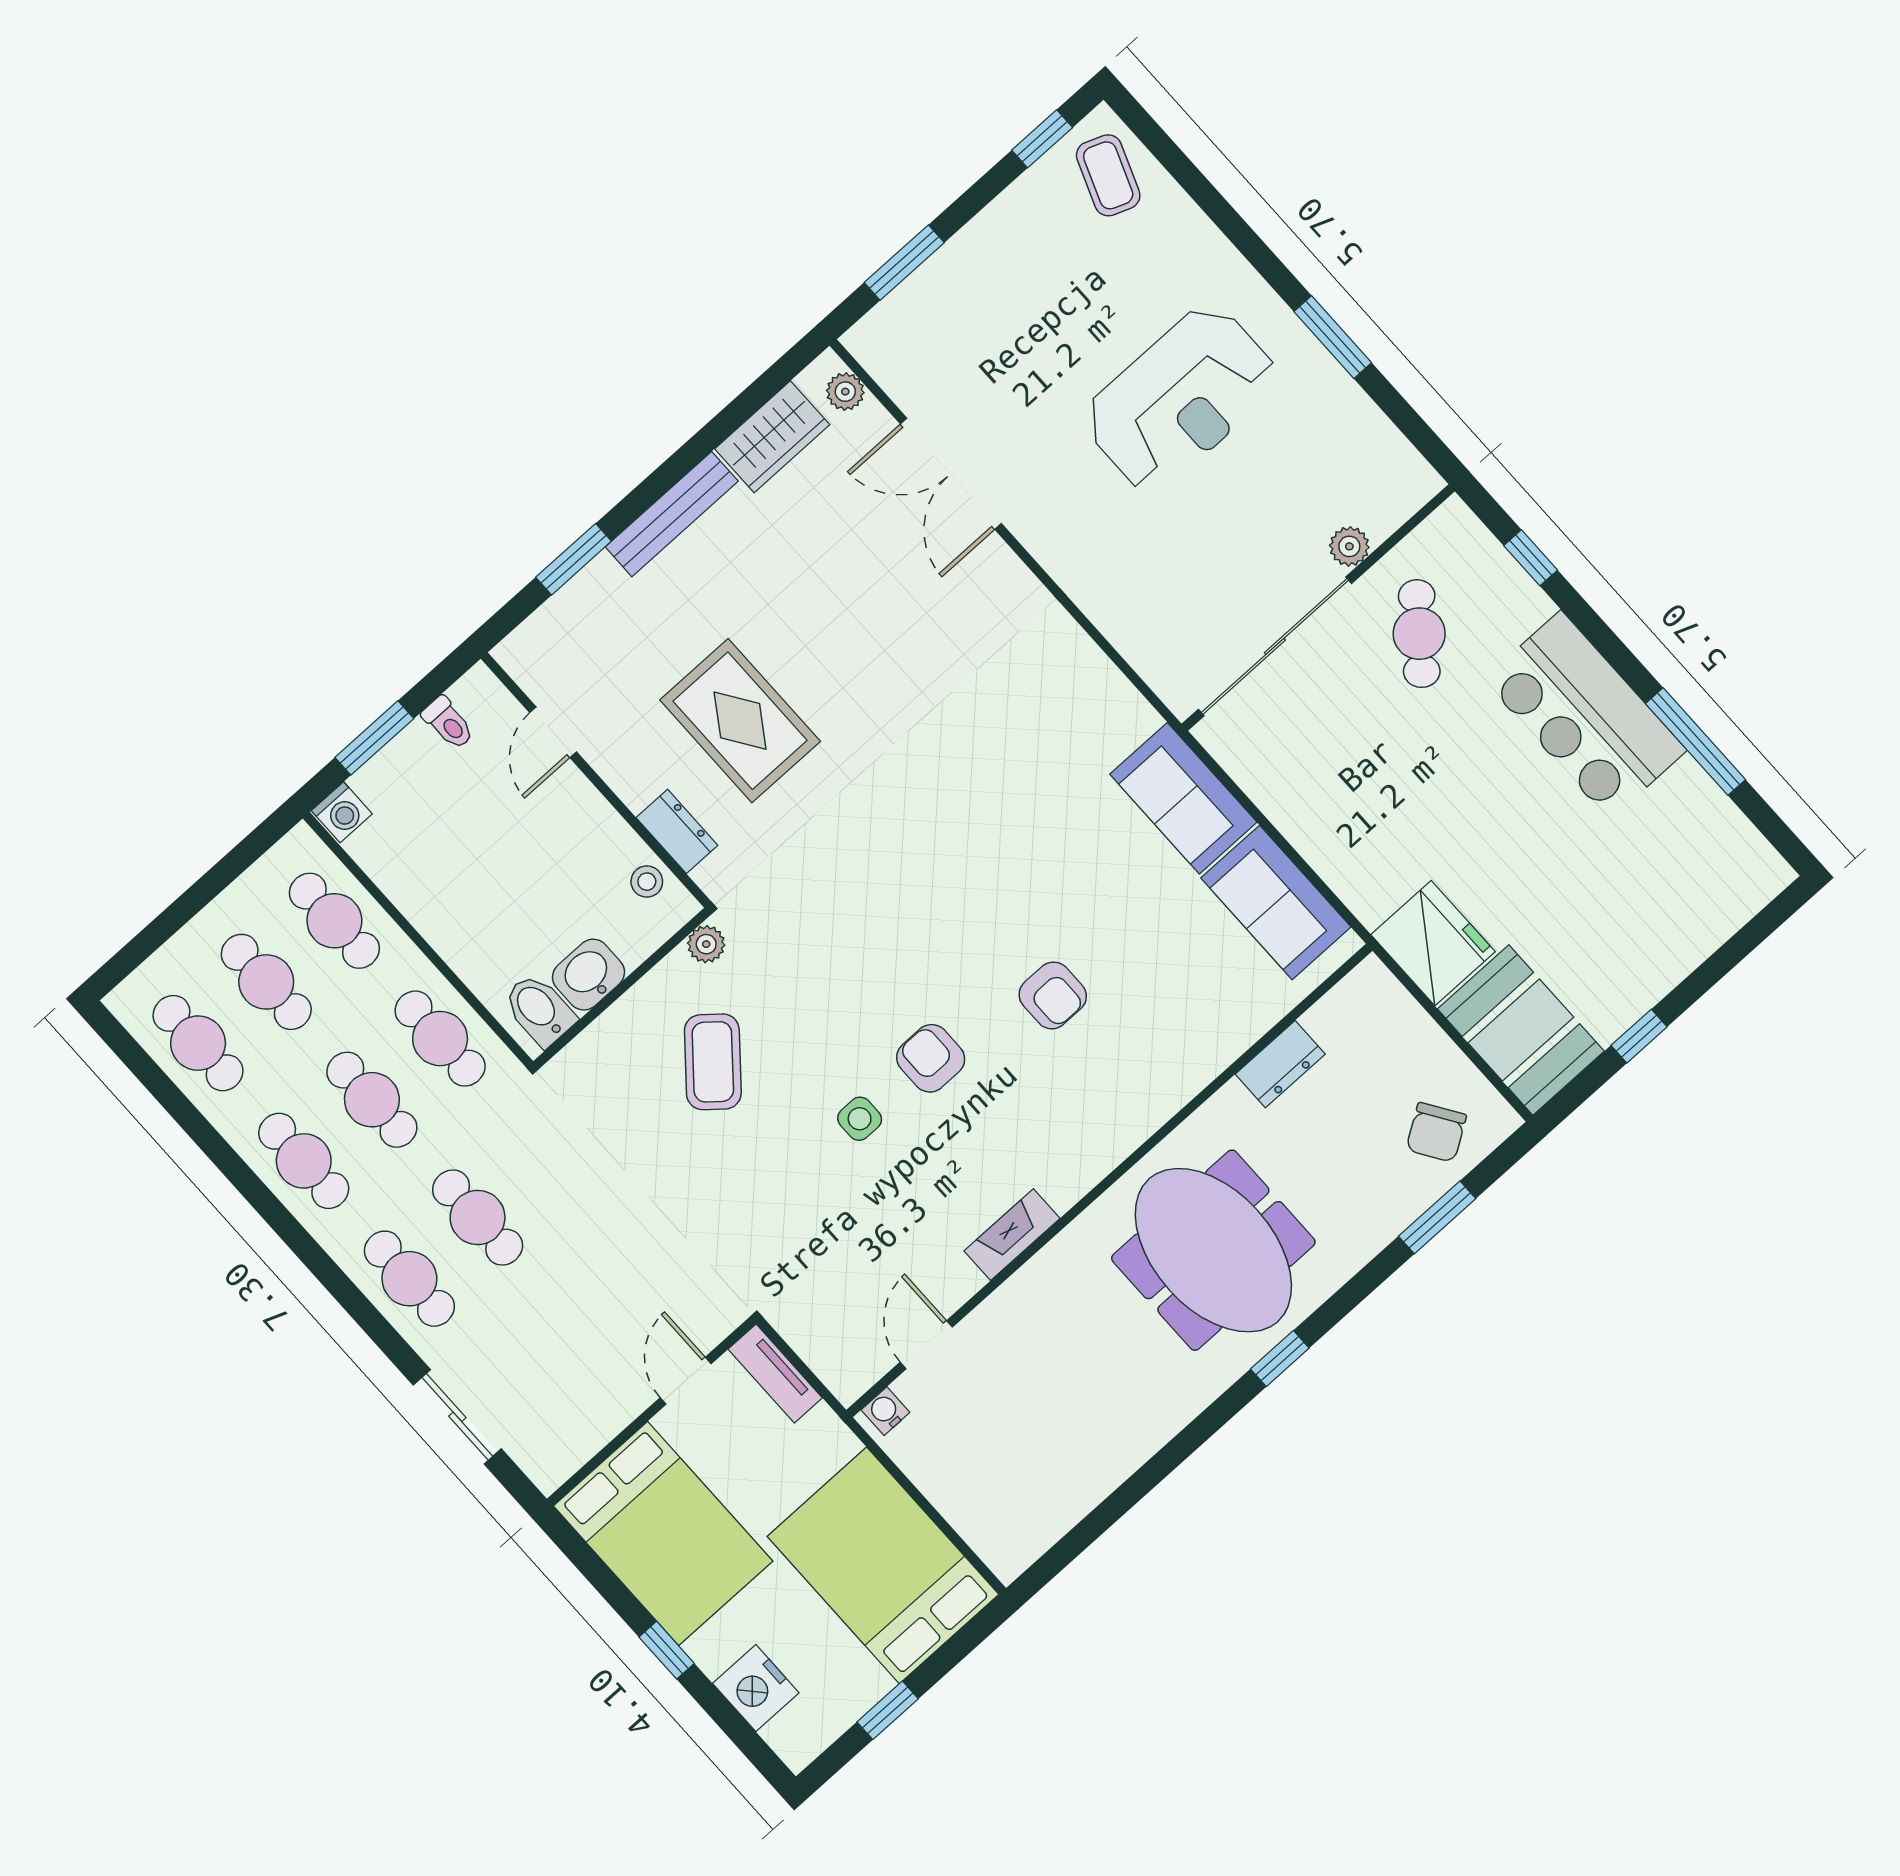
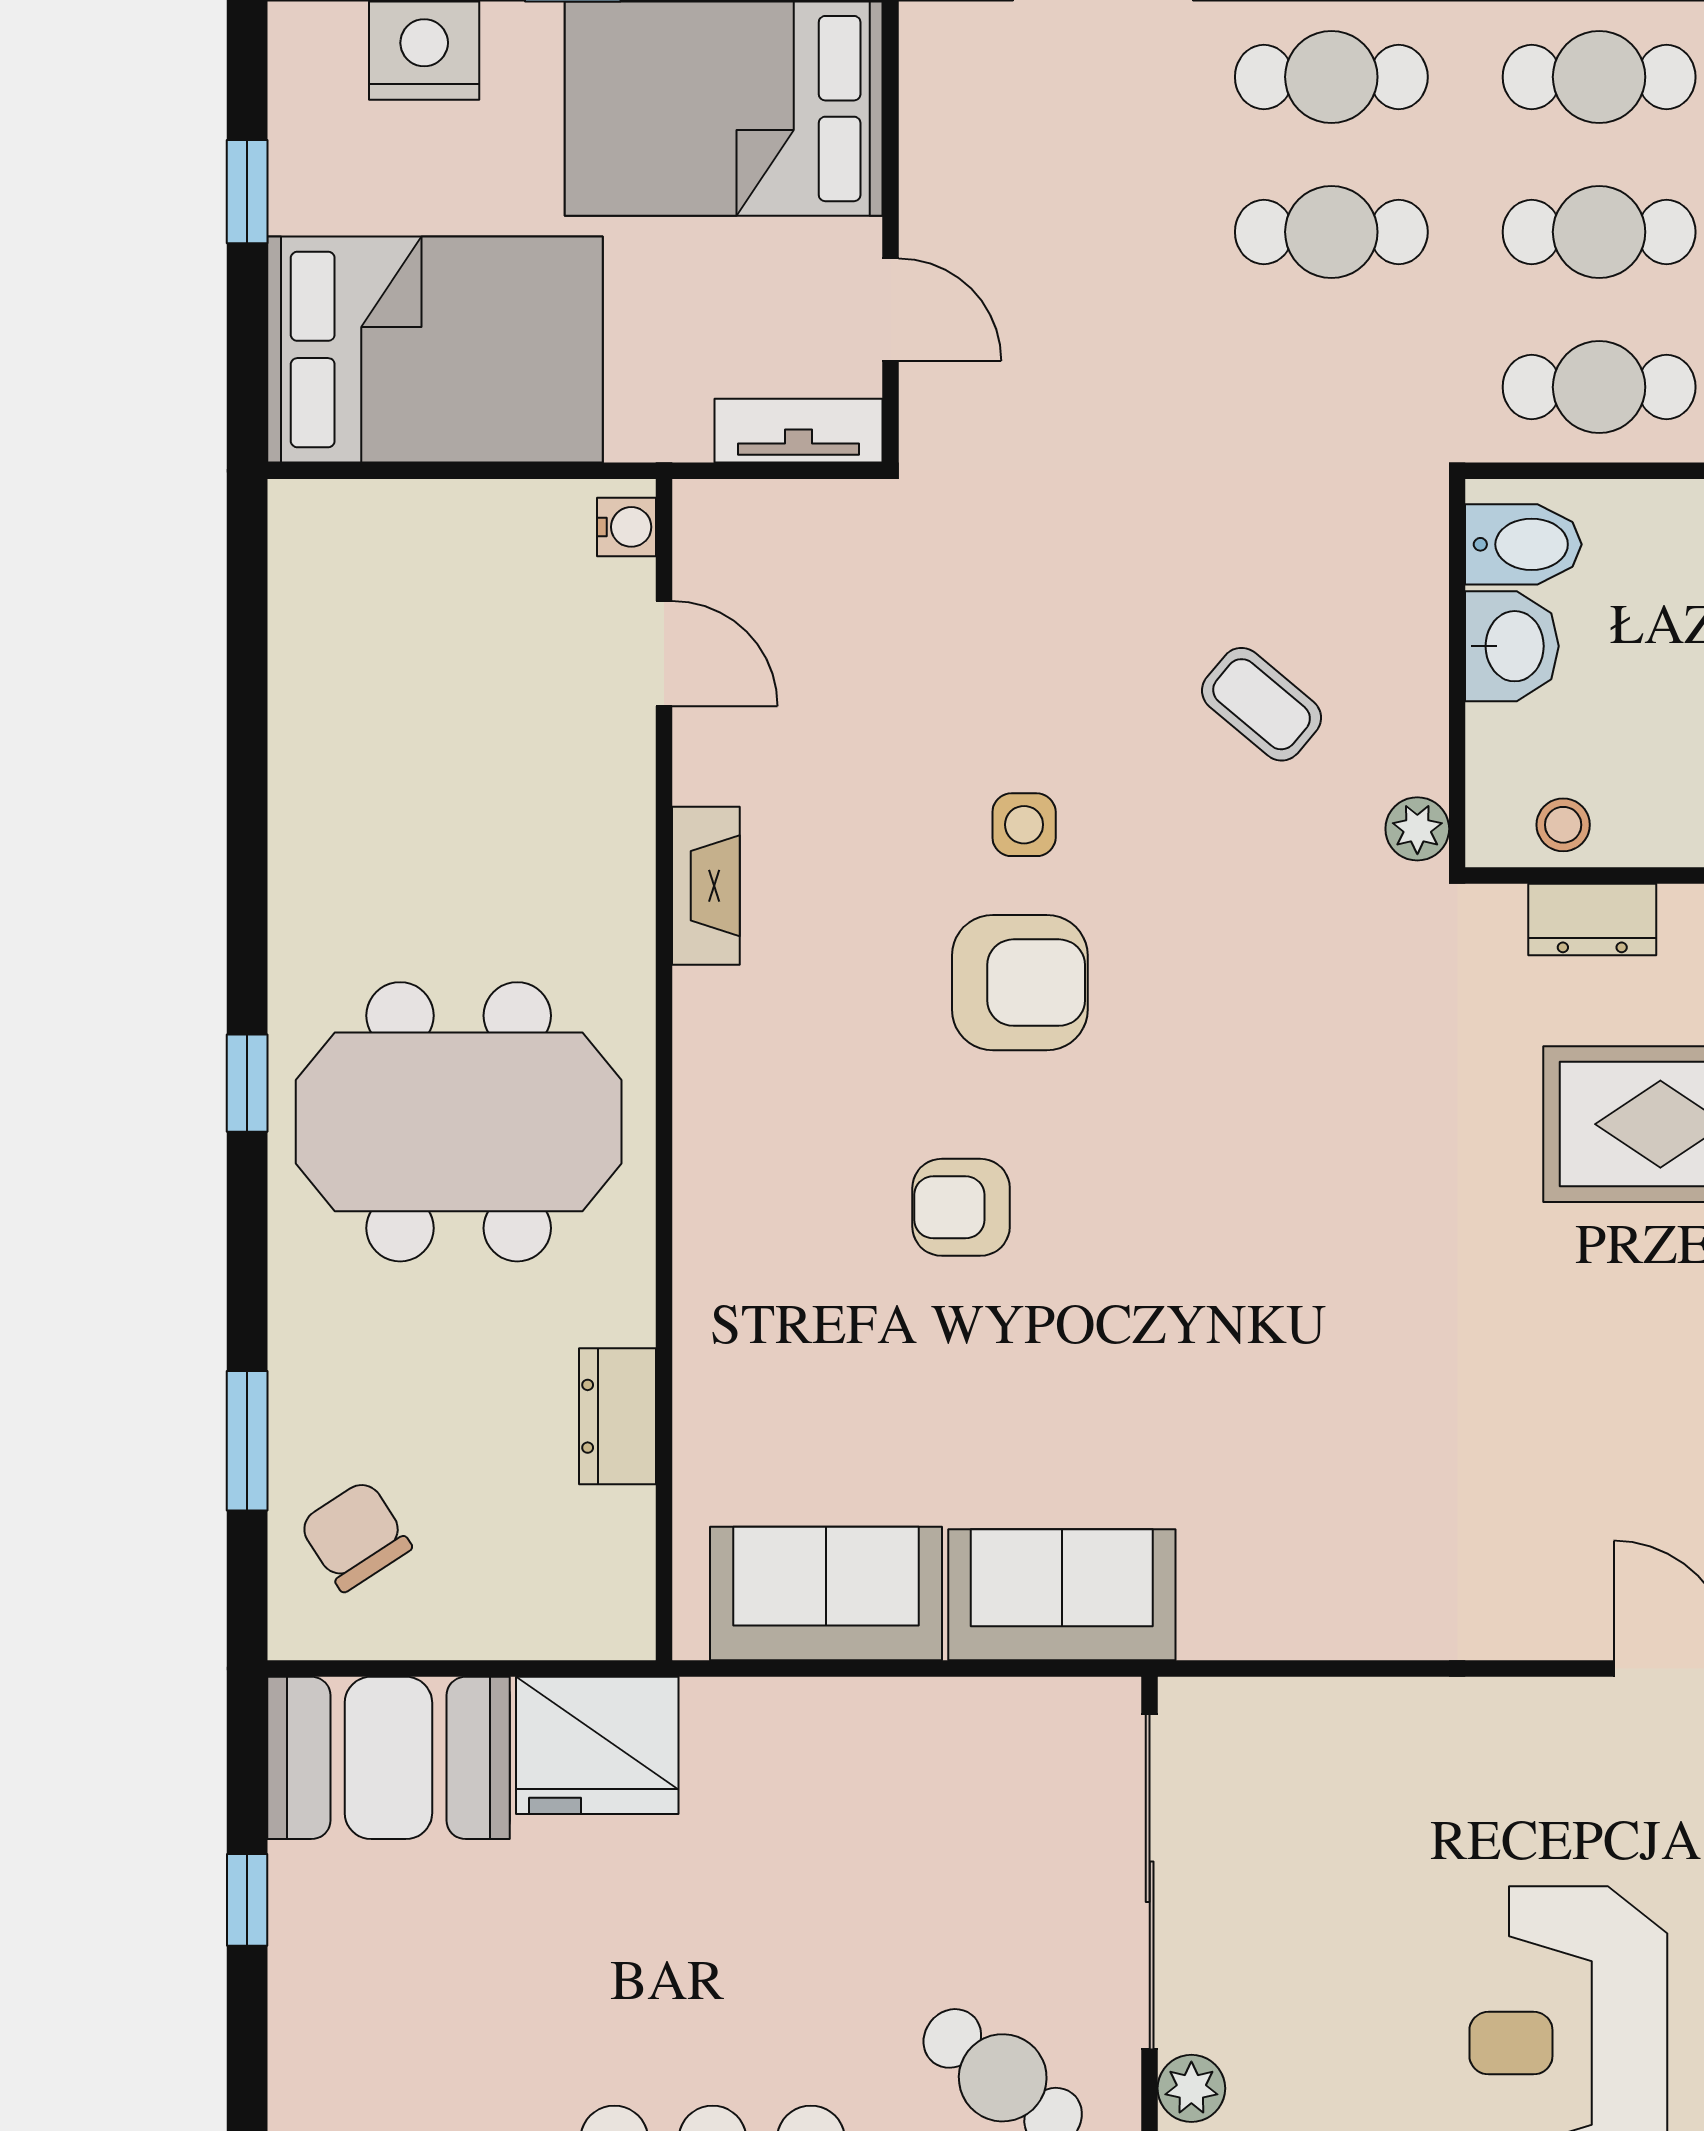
armchair: (931, 1058) -> (1020, 983), width x1.38, depth x1.38
coffee table: (713, 1062) -> (1262, 704), width x0.73, depth x0.77

